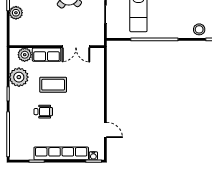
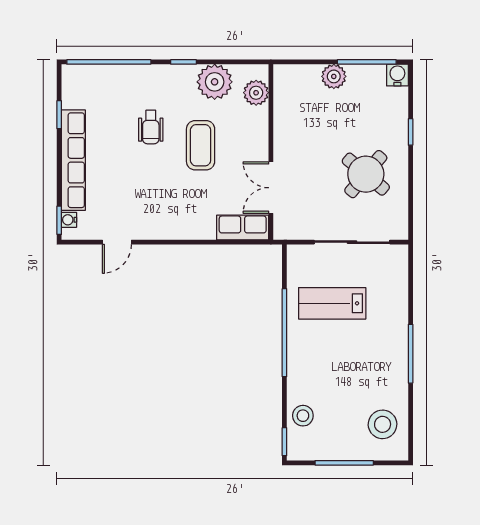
row of seats: (47, 55) -> (243, 227), moved, turned 90

